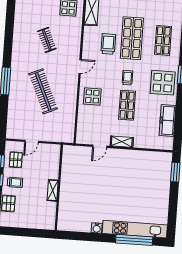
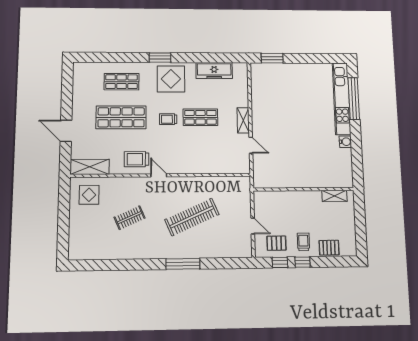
trolley: (108, 44) -> (137, 159), moved
display table: (92, 96) -> (193, 158), removed
shelving: (53, 190) -> (334, 196), moved

